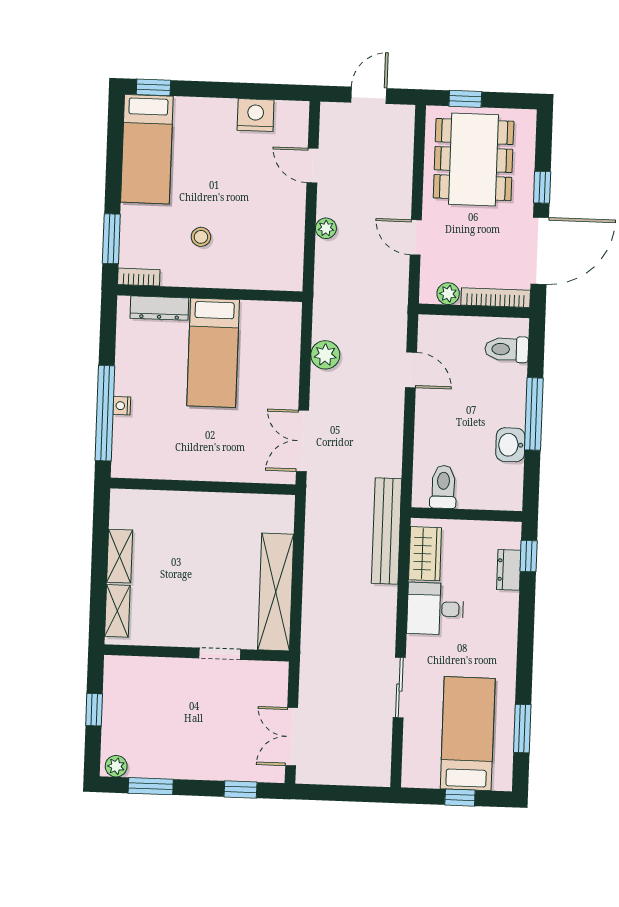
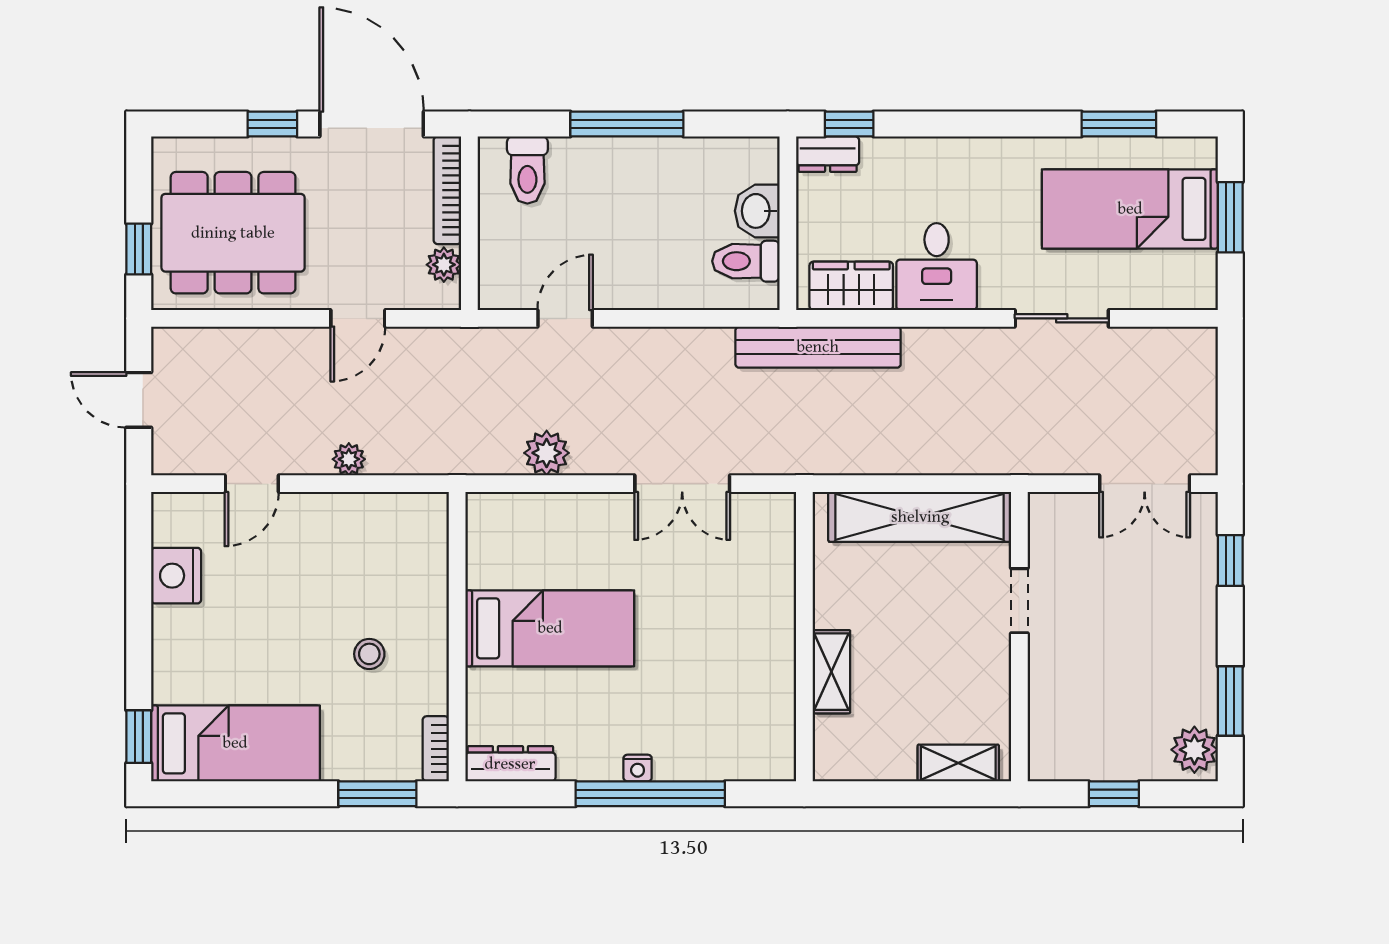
dresser: (159, 308) -> (510, 764), moved, turned -90
washbasin: (510, 445) -> (757, 211), moved, turned 90
wall: (203, 486) -> (804, 637), moved
shelving: (120, 556) -> (831, 672), moved, turned 90
dresser: (509, 570) -> (828, 154), moved
plant: (116, 766) -> (1194, 750), width x1.38, depth x1.38
window: (460, 798) -> (1230, 217), width x1.50

